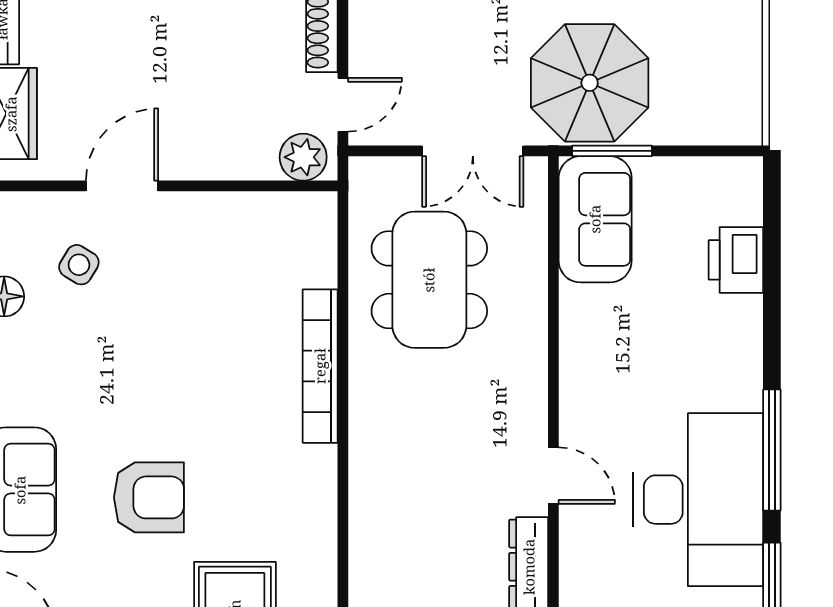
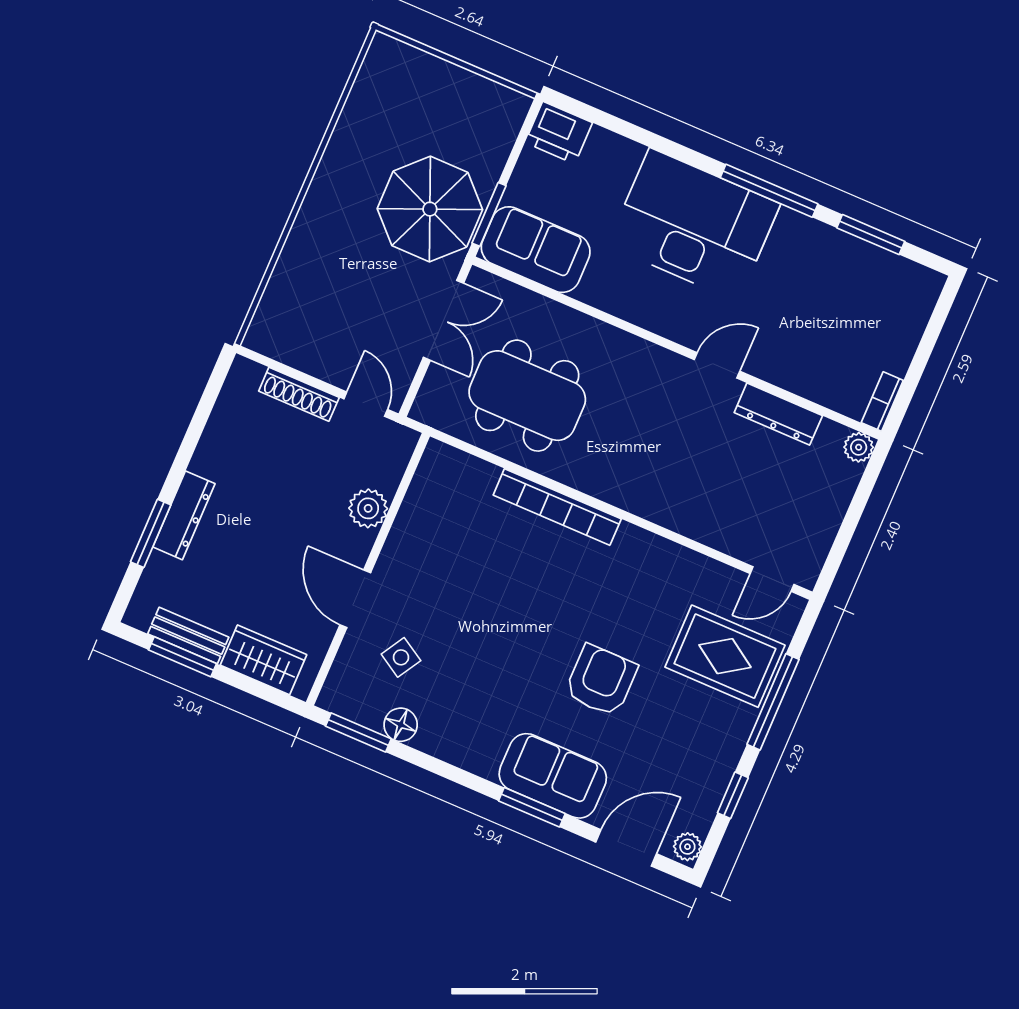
plant: (303, 157) -> (368, 508), moved
printer: (736, 260) -> (559, 133), moved
desk: (698, 500) -> (694, 225), moved

